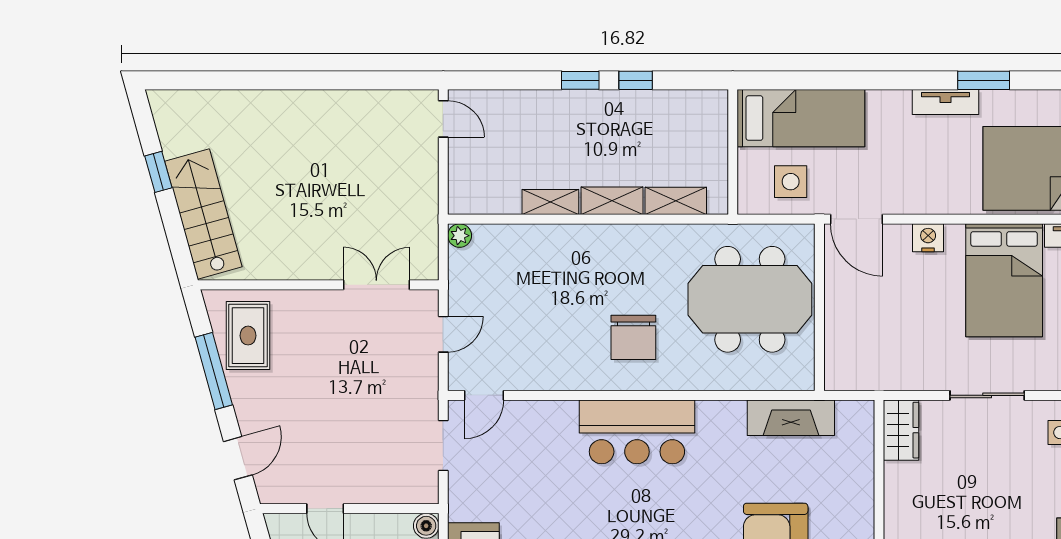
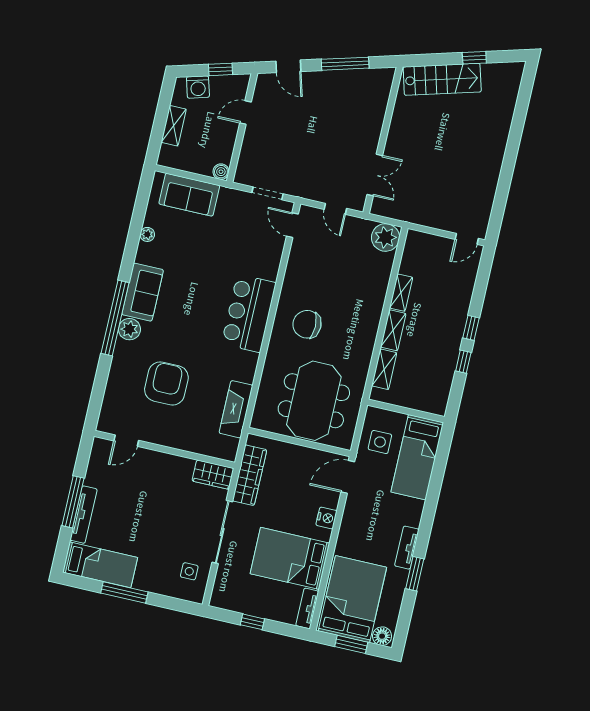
plant: (460, 236) -> (385, 237), width x1.88, depth x1.88
rug: (248, 336) -> (362, 90), removed
wardrobe: (889, 373) -> (250, 475), added
sliding door: (987, 395) -> (222, 532), width x1.37

